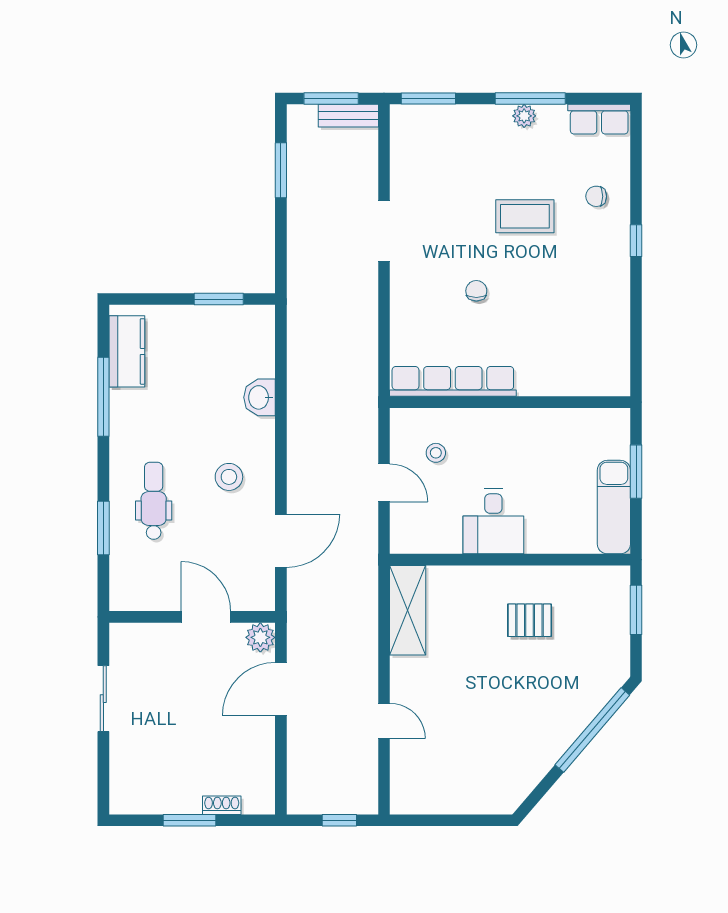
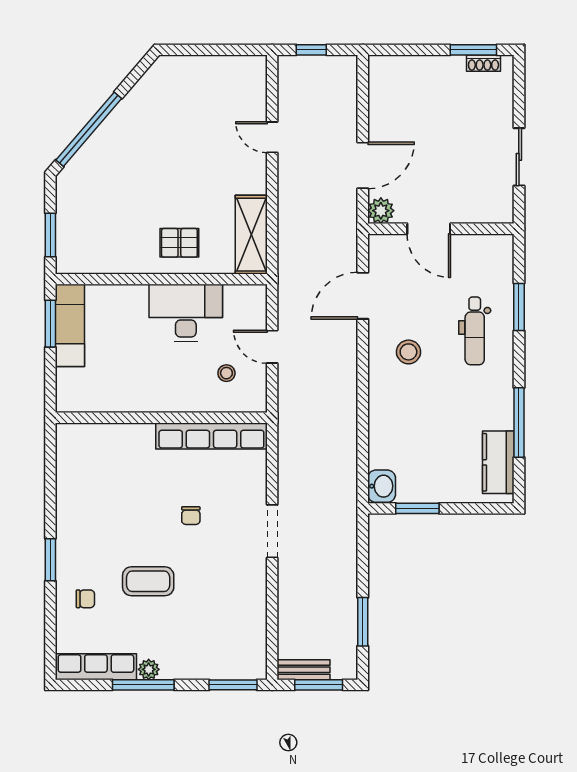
row of seats: (599, 119) -> (96, 667), width x1.48
doorway: (384, 231) -> (272, 531), moved
window: (636, 241) -> (50, 560), width x1.50
washbasin: (259, 397) -> (382, 486), moved
window: (636, 472) -> (50, 324), moved
desk: (493, 521) -> (186, 313), width x1.37
pallet: (530, 620) -> (179, 243), moved
shoe rack: (222, 805) -> (483, 63), moved
window: (190, 820) -> (473, 50), moved

